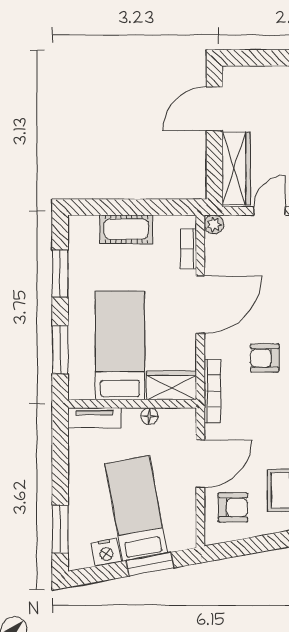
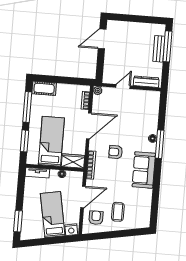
wardrobe: (236, 168) -> (110, 66), removed
cot: (126, 229) -> (44, 88), moved
window: (60, 274) -> (27, 107), width x1.44
armchair: (233, 507) -> (96, 218), turned -90
nightstand: (106, 552) -> (71, 230), moved
window: (150, 564) -> (57, 240), removed

